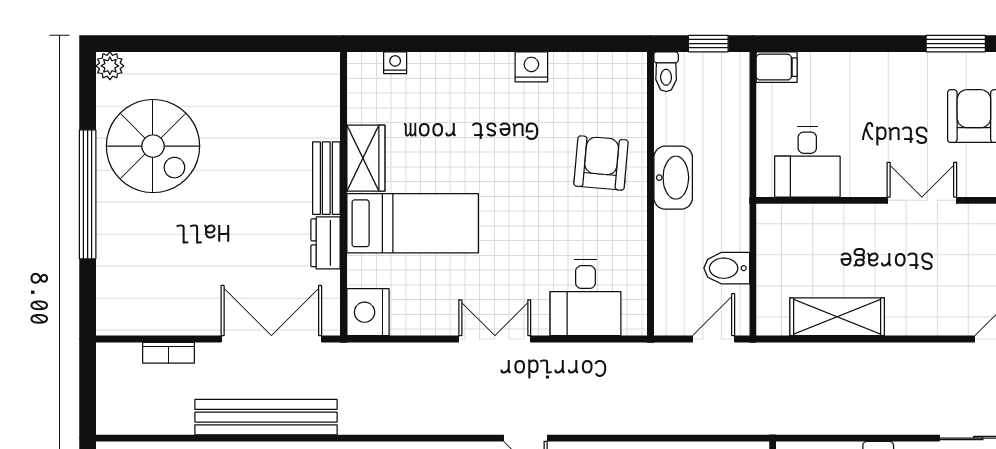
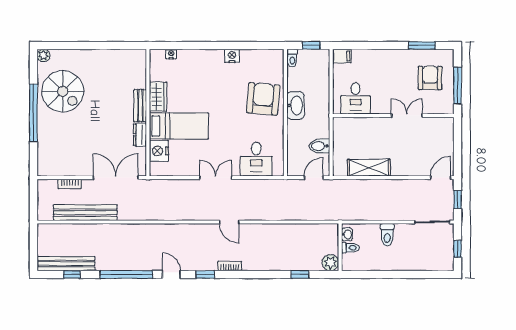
armchair: (601, 163) -> (263, 99), width x1.36, depth x1.36
nightstand: (368, 312) -> (159, 151), moved
bench: (266, 417) -> (85, 213), moved

